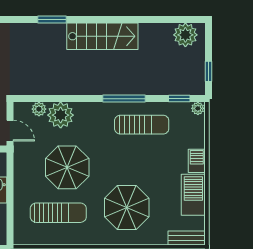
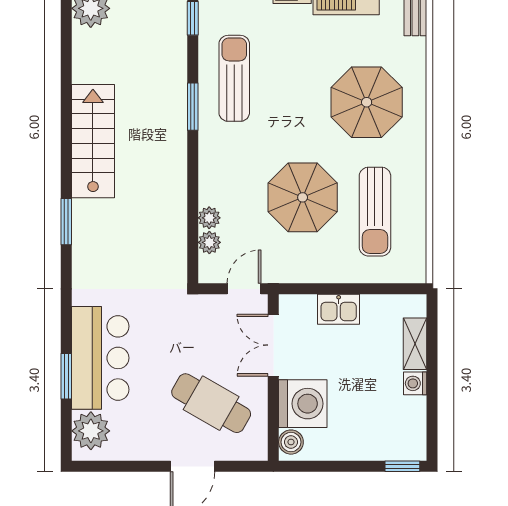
window: (124, 99) -> (193, 107), width x0.69
plant: (61, 115) -> (209, 218), width x0.53, depth x0.53
sun lounger: (58, 213) -> (375, 212), turned 180

